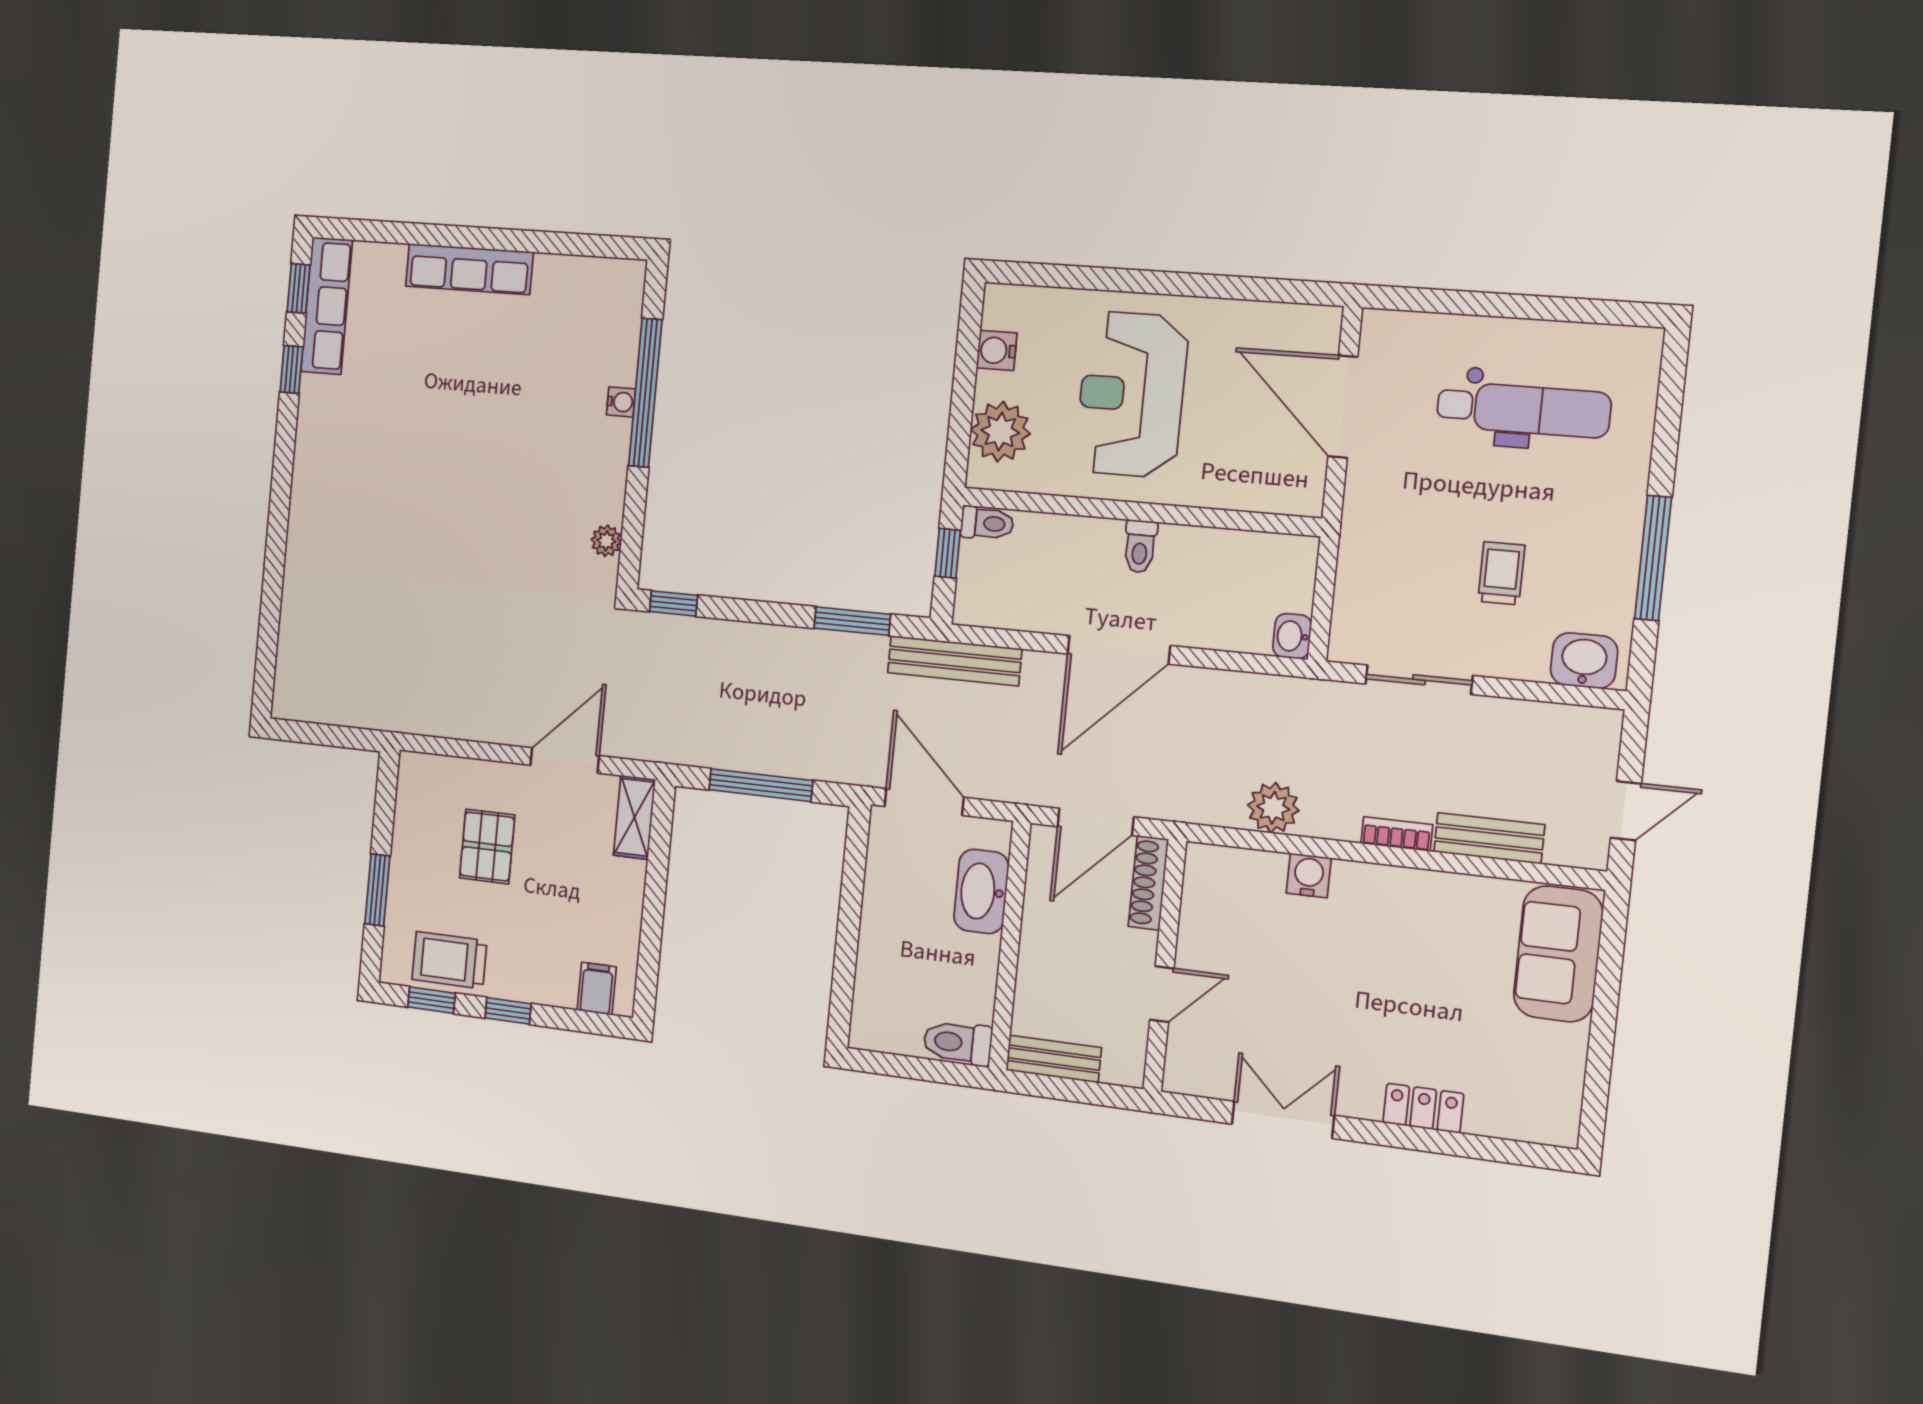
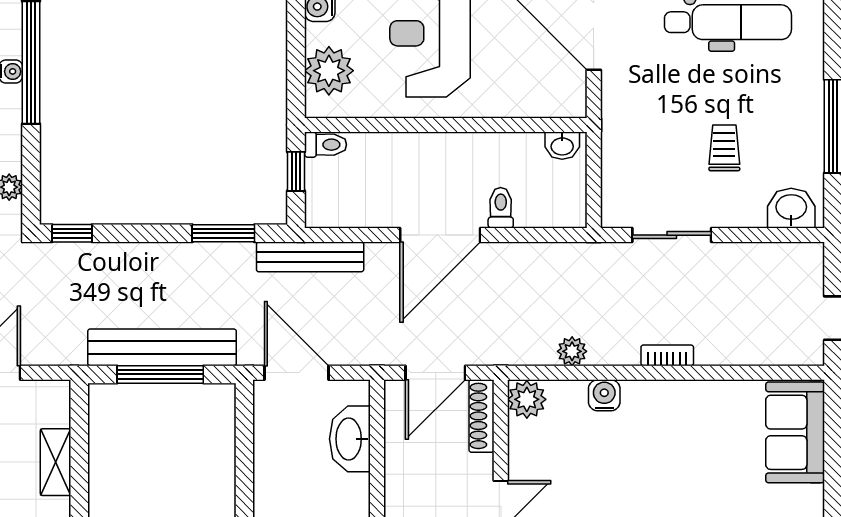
toilet: (1140, 546) -> (501, 208), moved, turned 180
washbasin: (1292, 636) -> (562, 146), moved, turned -90
plant: (1273, 808) -> (572, 351), width x0.73, depth x0.73
shelving: (634, 817) -> (56, 462), moved
bench: (1489, 838) -> (162, 347), moved, width x1.86, depth x1.21
plant: (1208, 869) -> (527, 399), added

